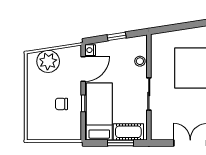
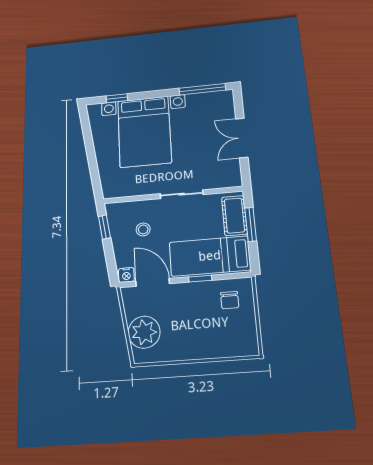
window: (117, 36) -> (104, 227), moved
stool: (140, 61) -> (143, 229), moved
chair: (61, 104) -> (230, 300), moved

